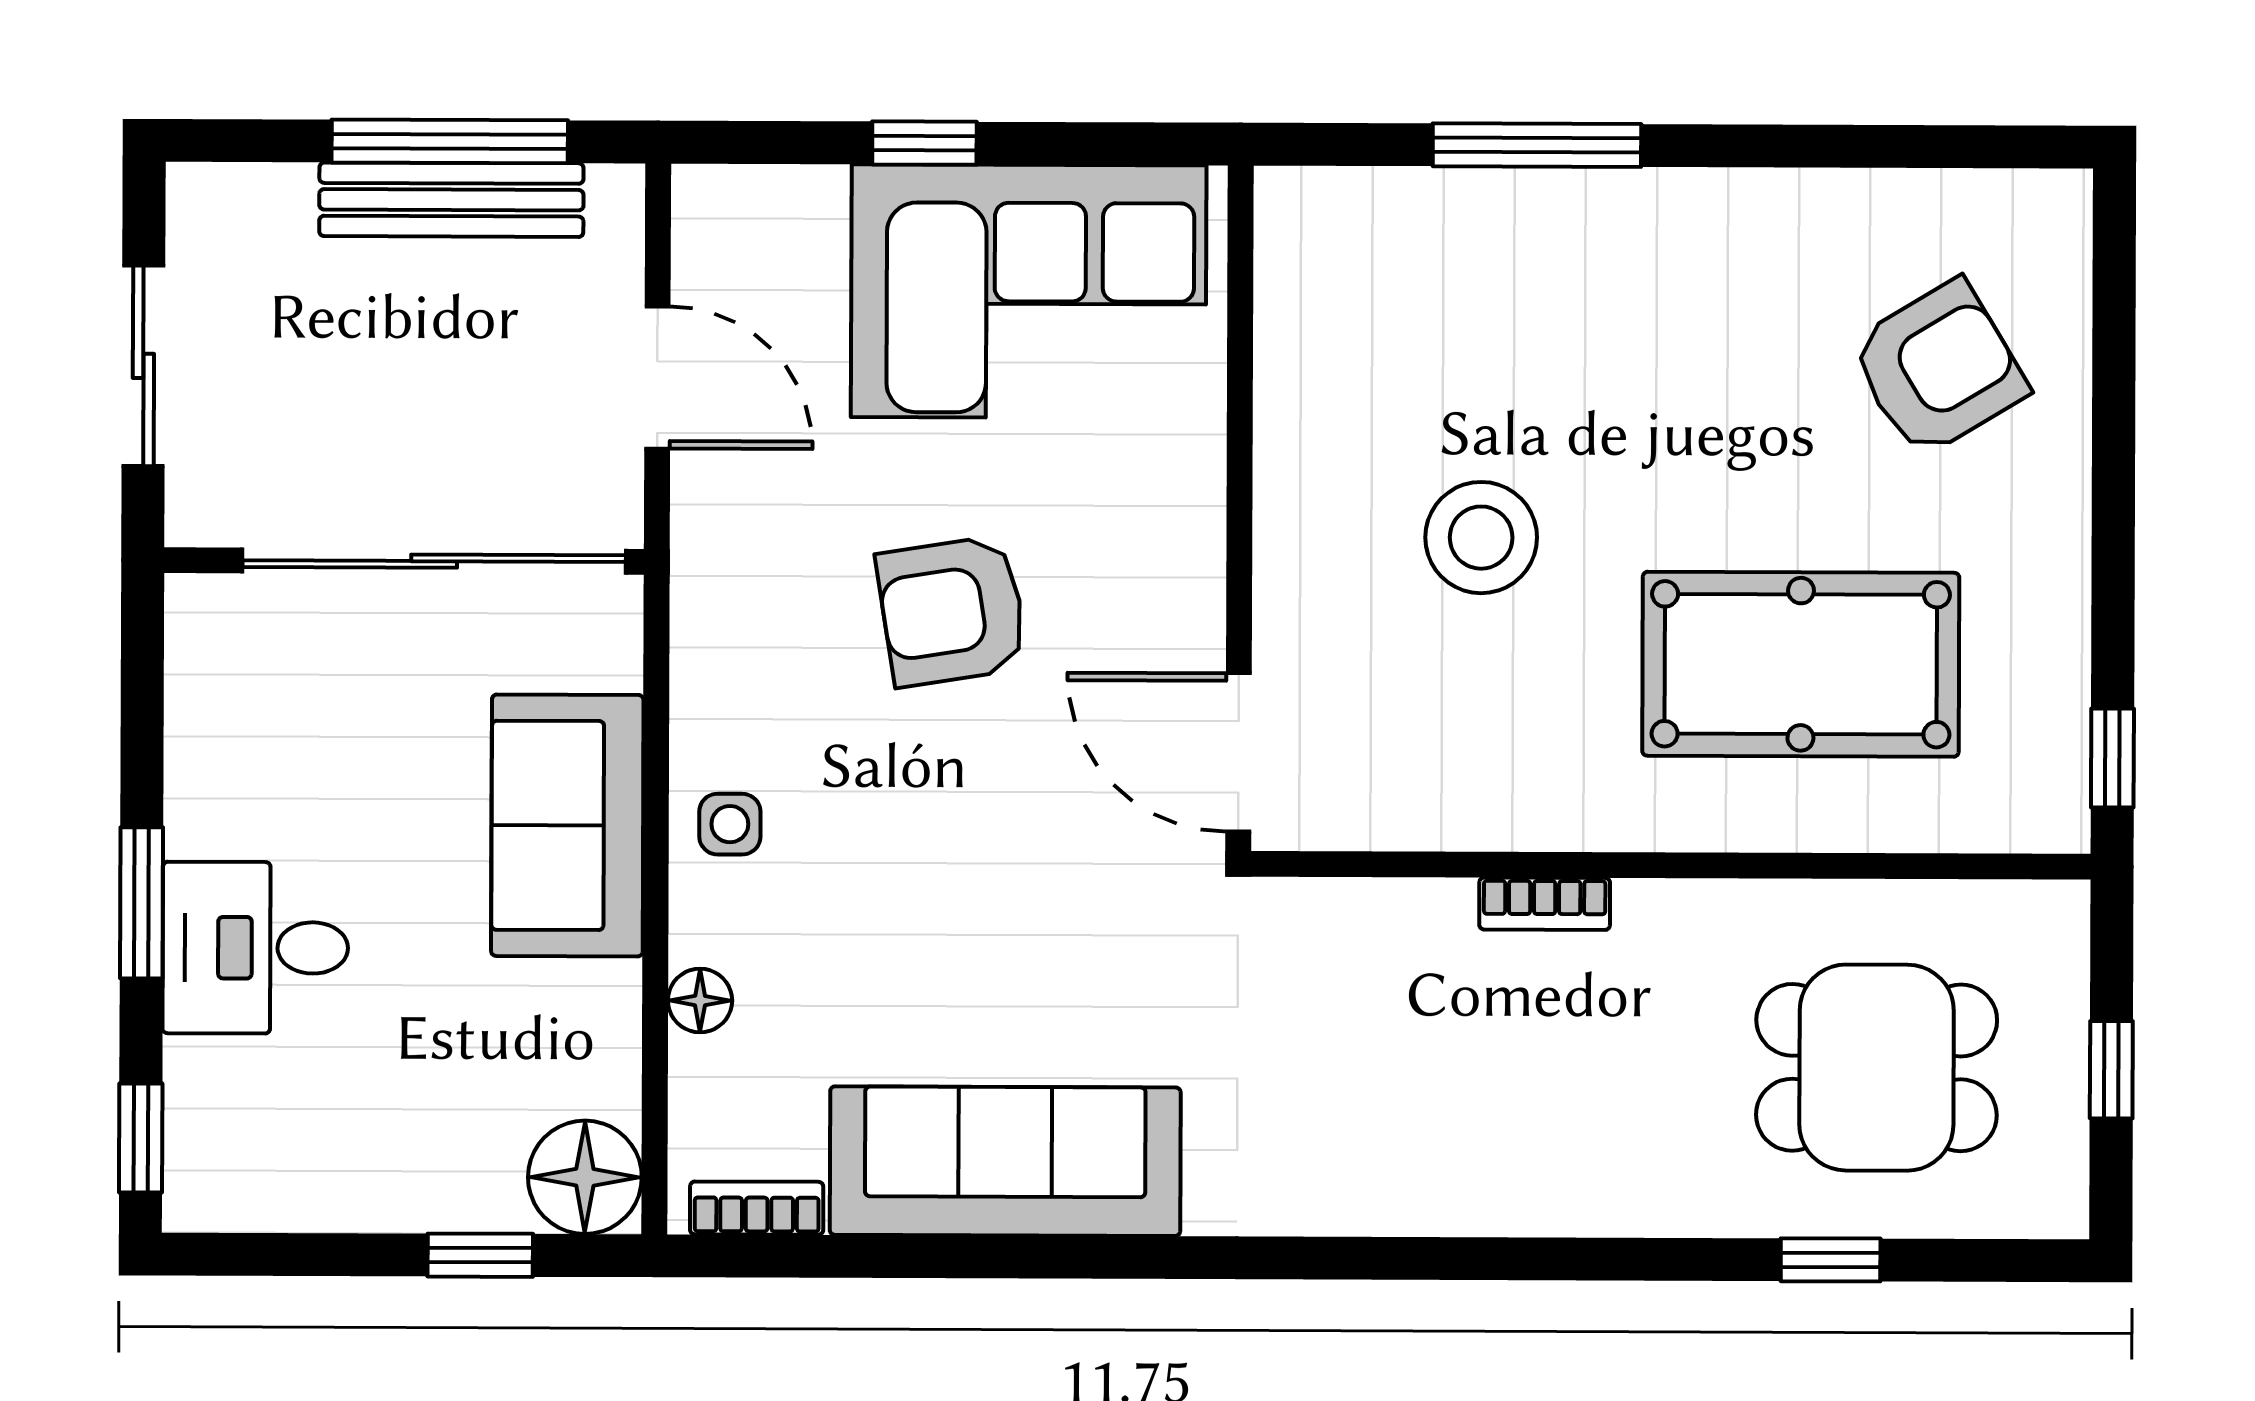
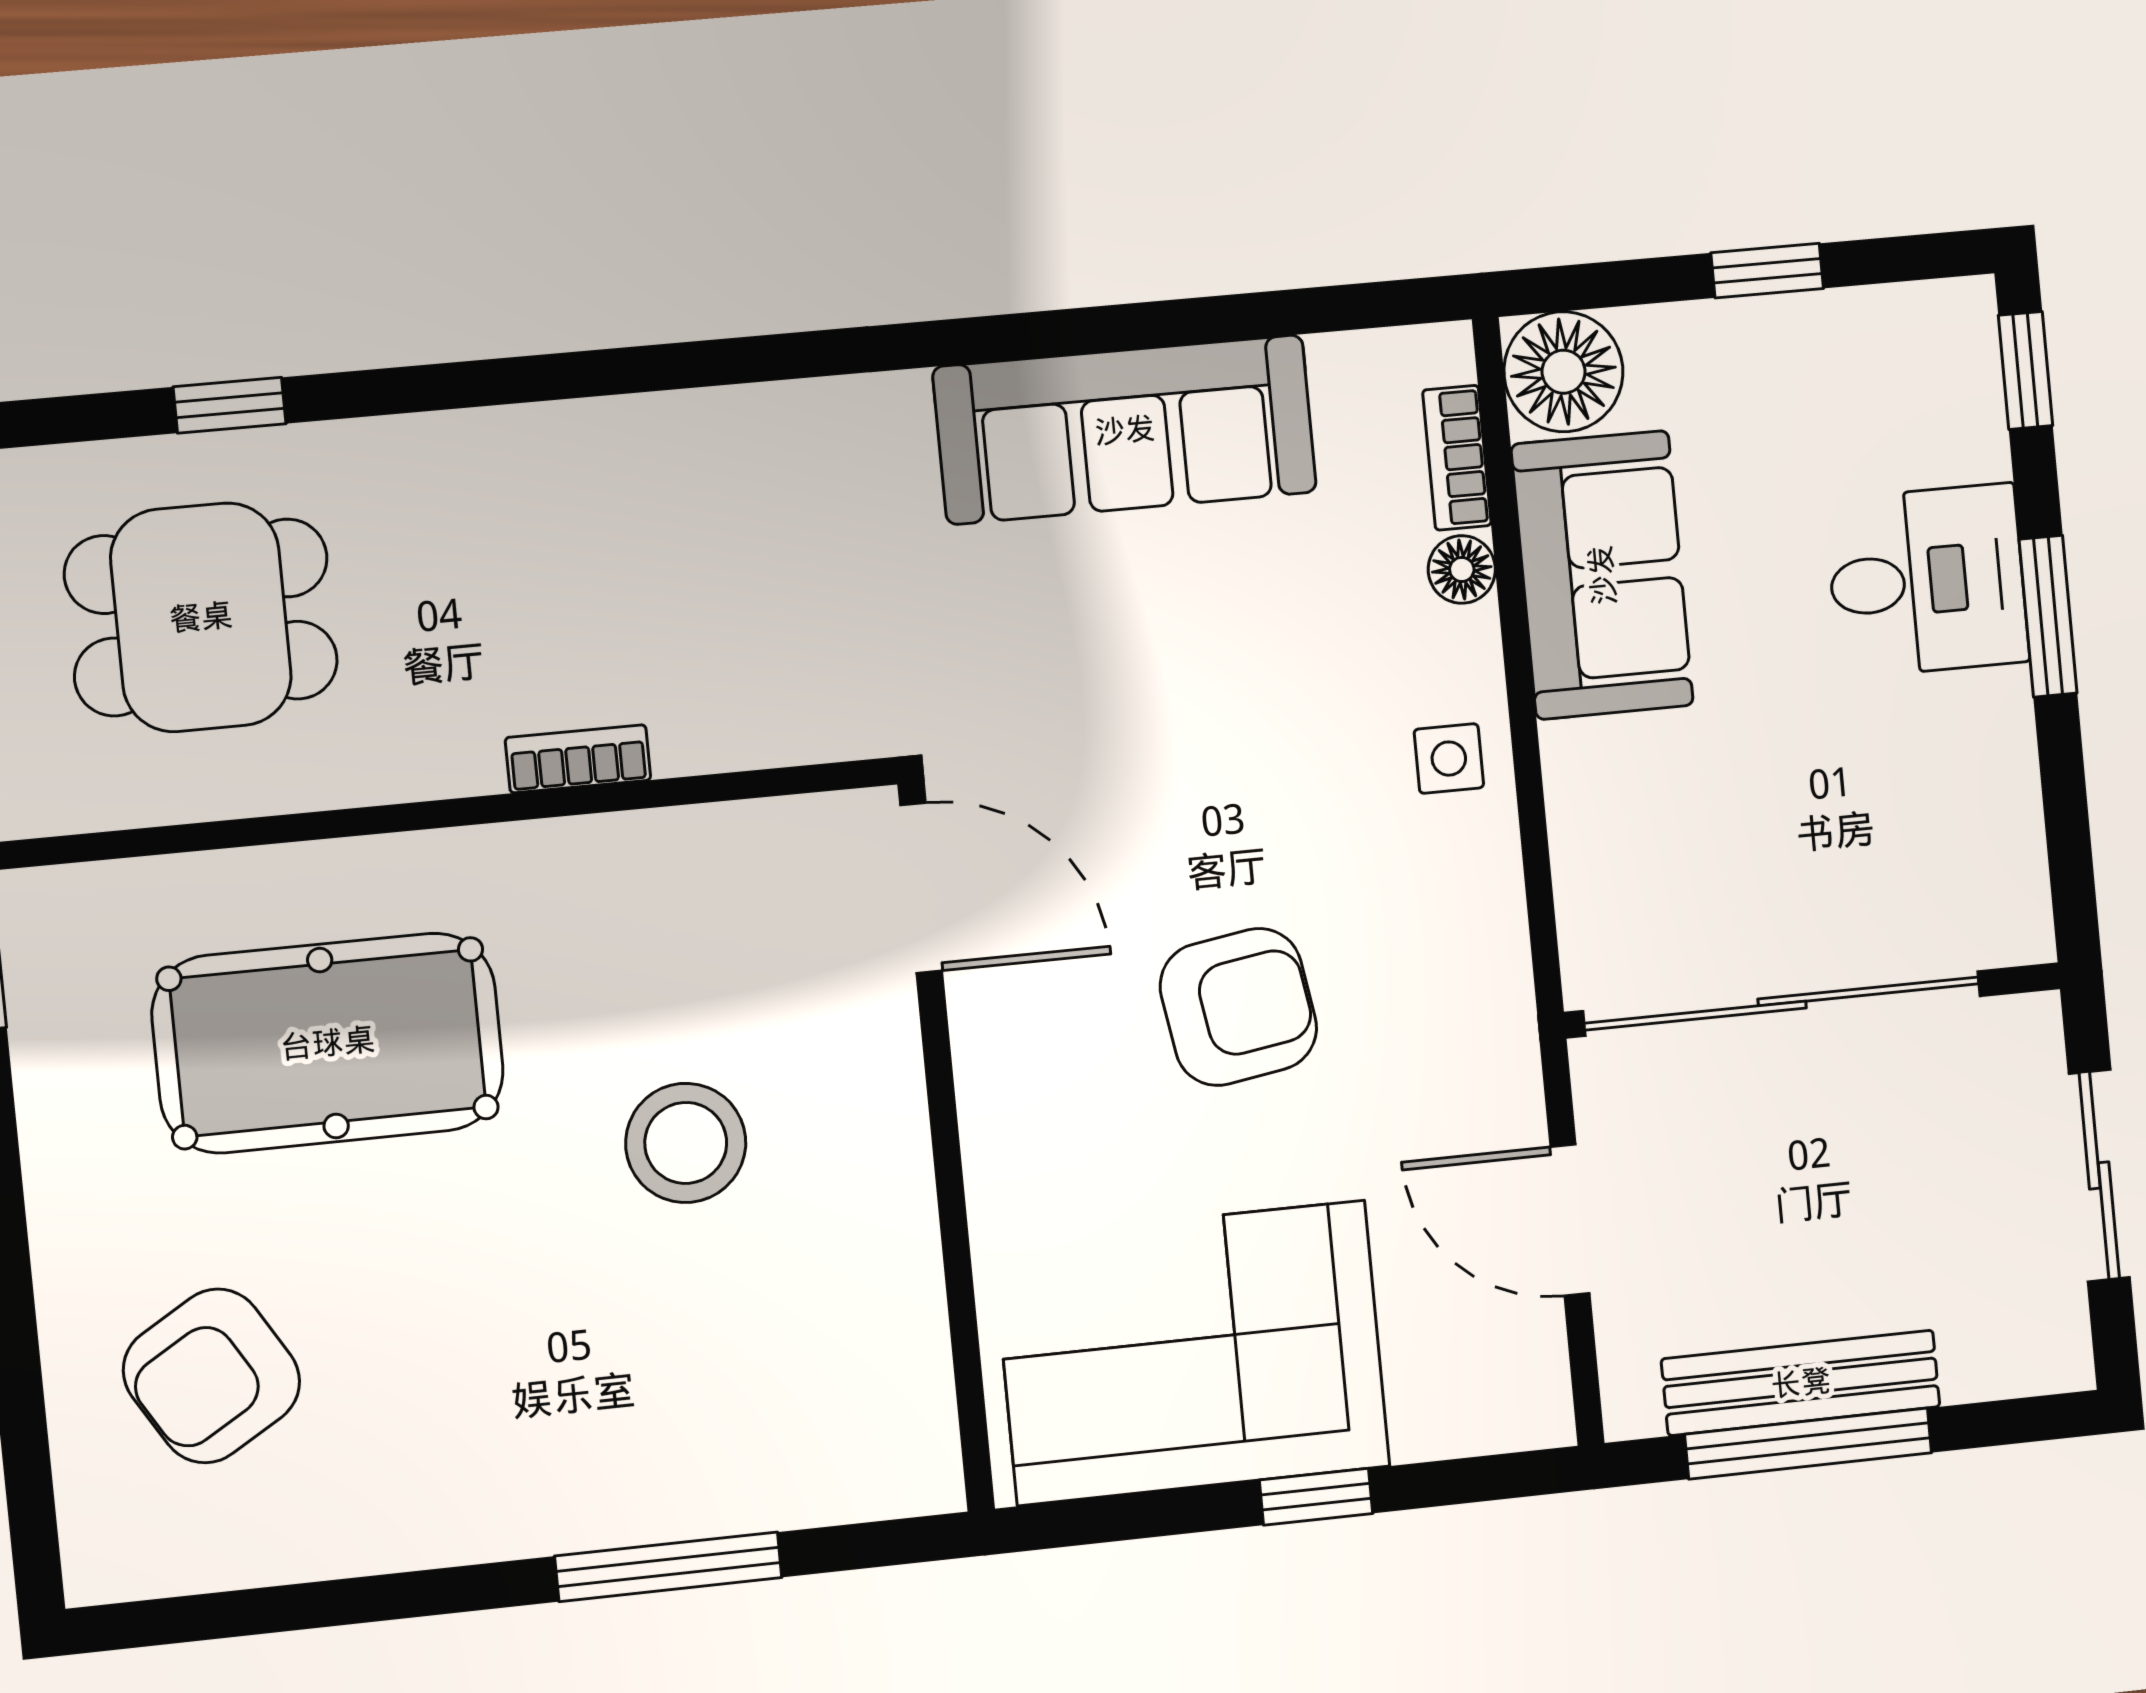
sofa: (567, 825) -> (1602, 575), moved
bookcase: (757, 1208) -> (1457, 458), moved, turned 90
window: (480, 1255) -> (1767, 271), moved

